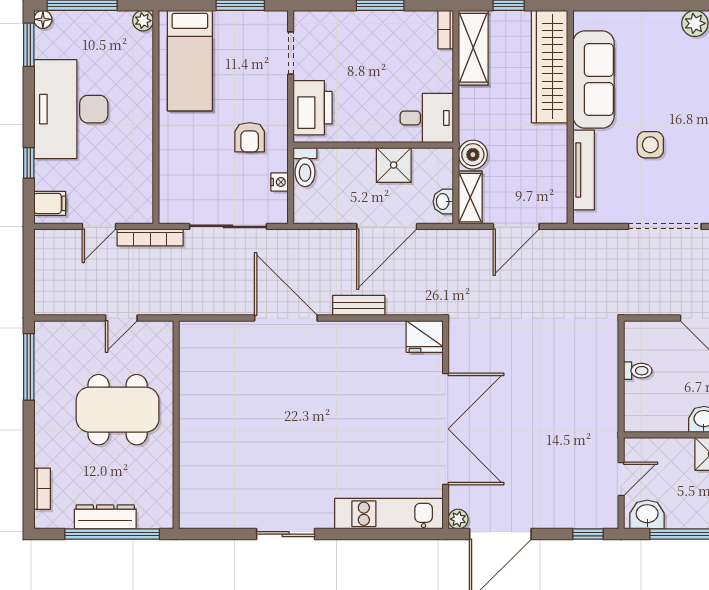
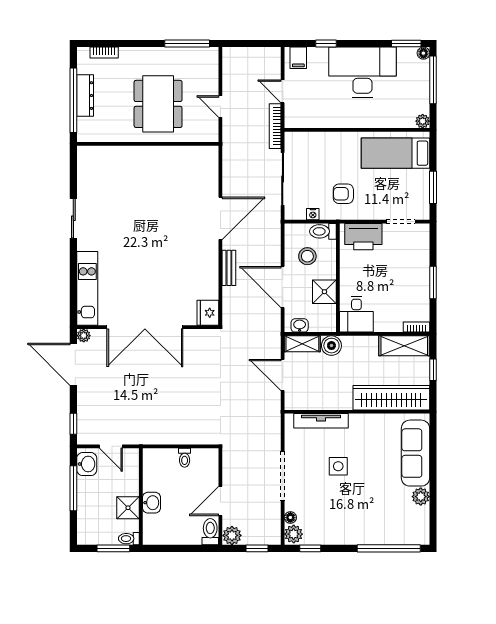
sofa: (593, 80) -> (416, 453), moved, turned 90
stool: (341, 190) -> (307, 256), added

